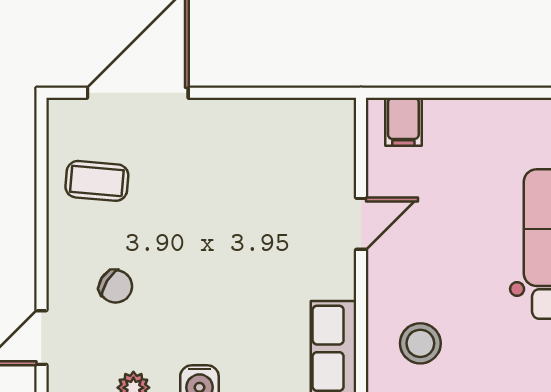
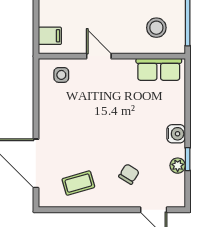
side table: (322, 146) -> (61, 75), added
coffee table: (97, 181) -> (78, 183), turned 69

